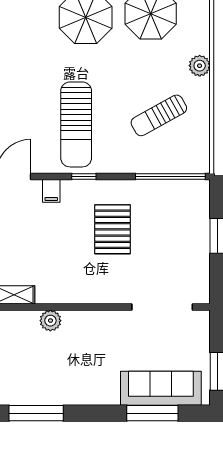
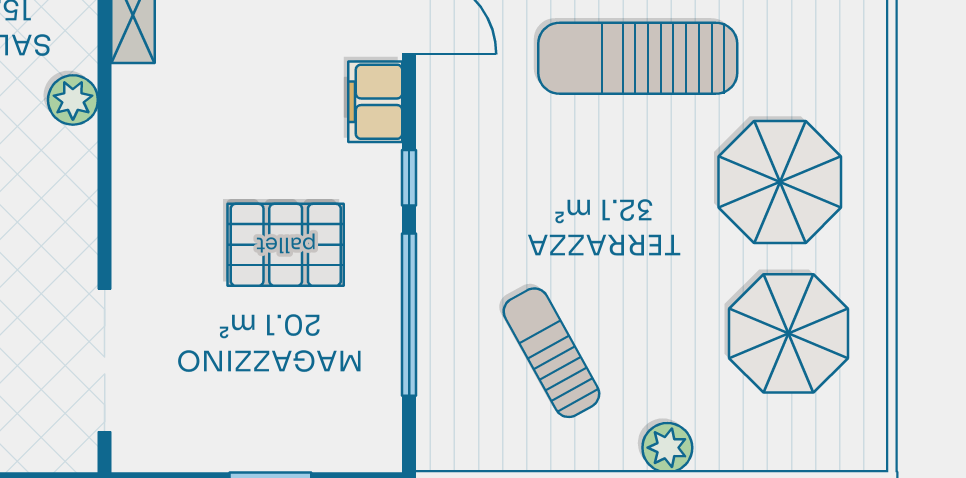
sun lounger: (76, 124) -> (638, 58), moved
window: (170, 176) -> (409, 315), moved
filing cabinet: (51, 191) -> (375, 102), width x2.00

